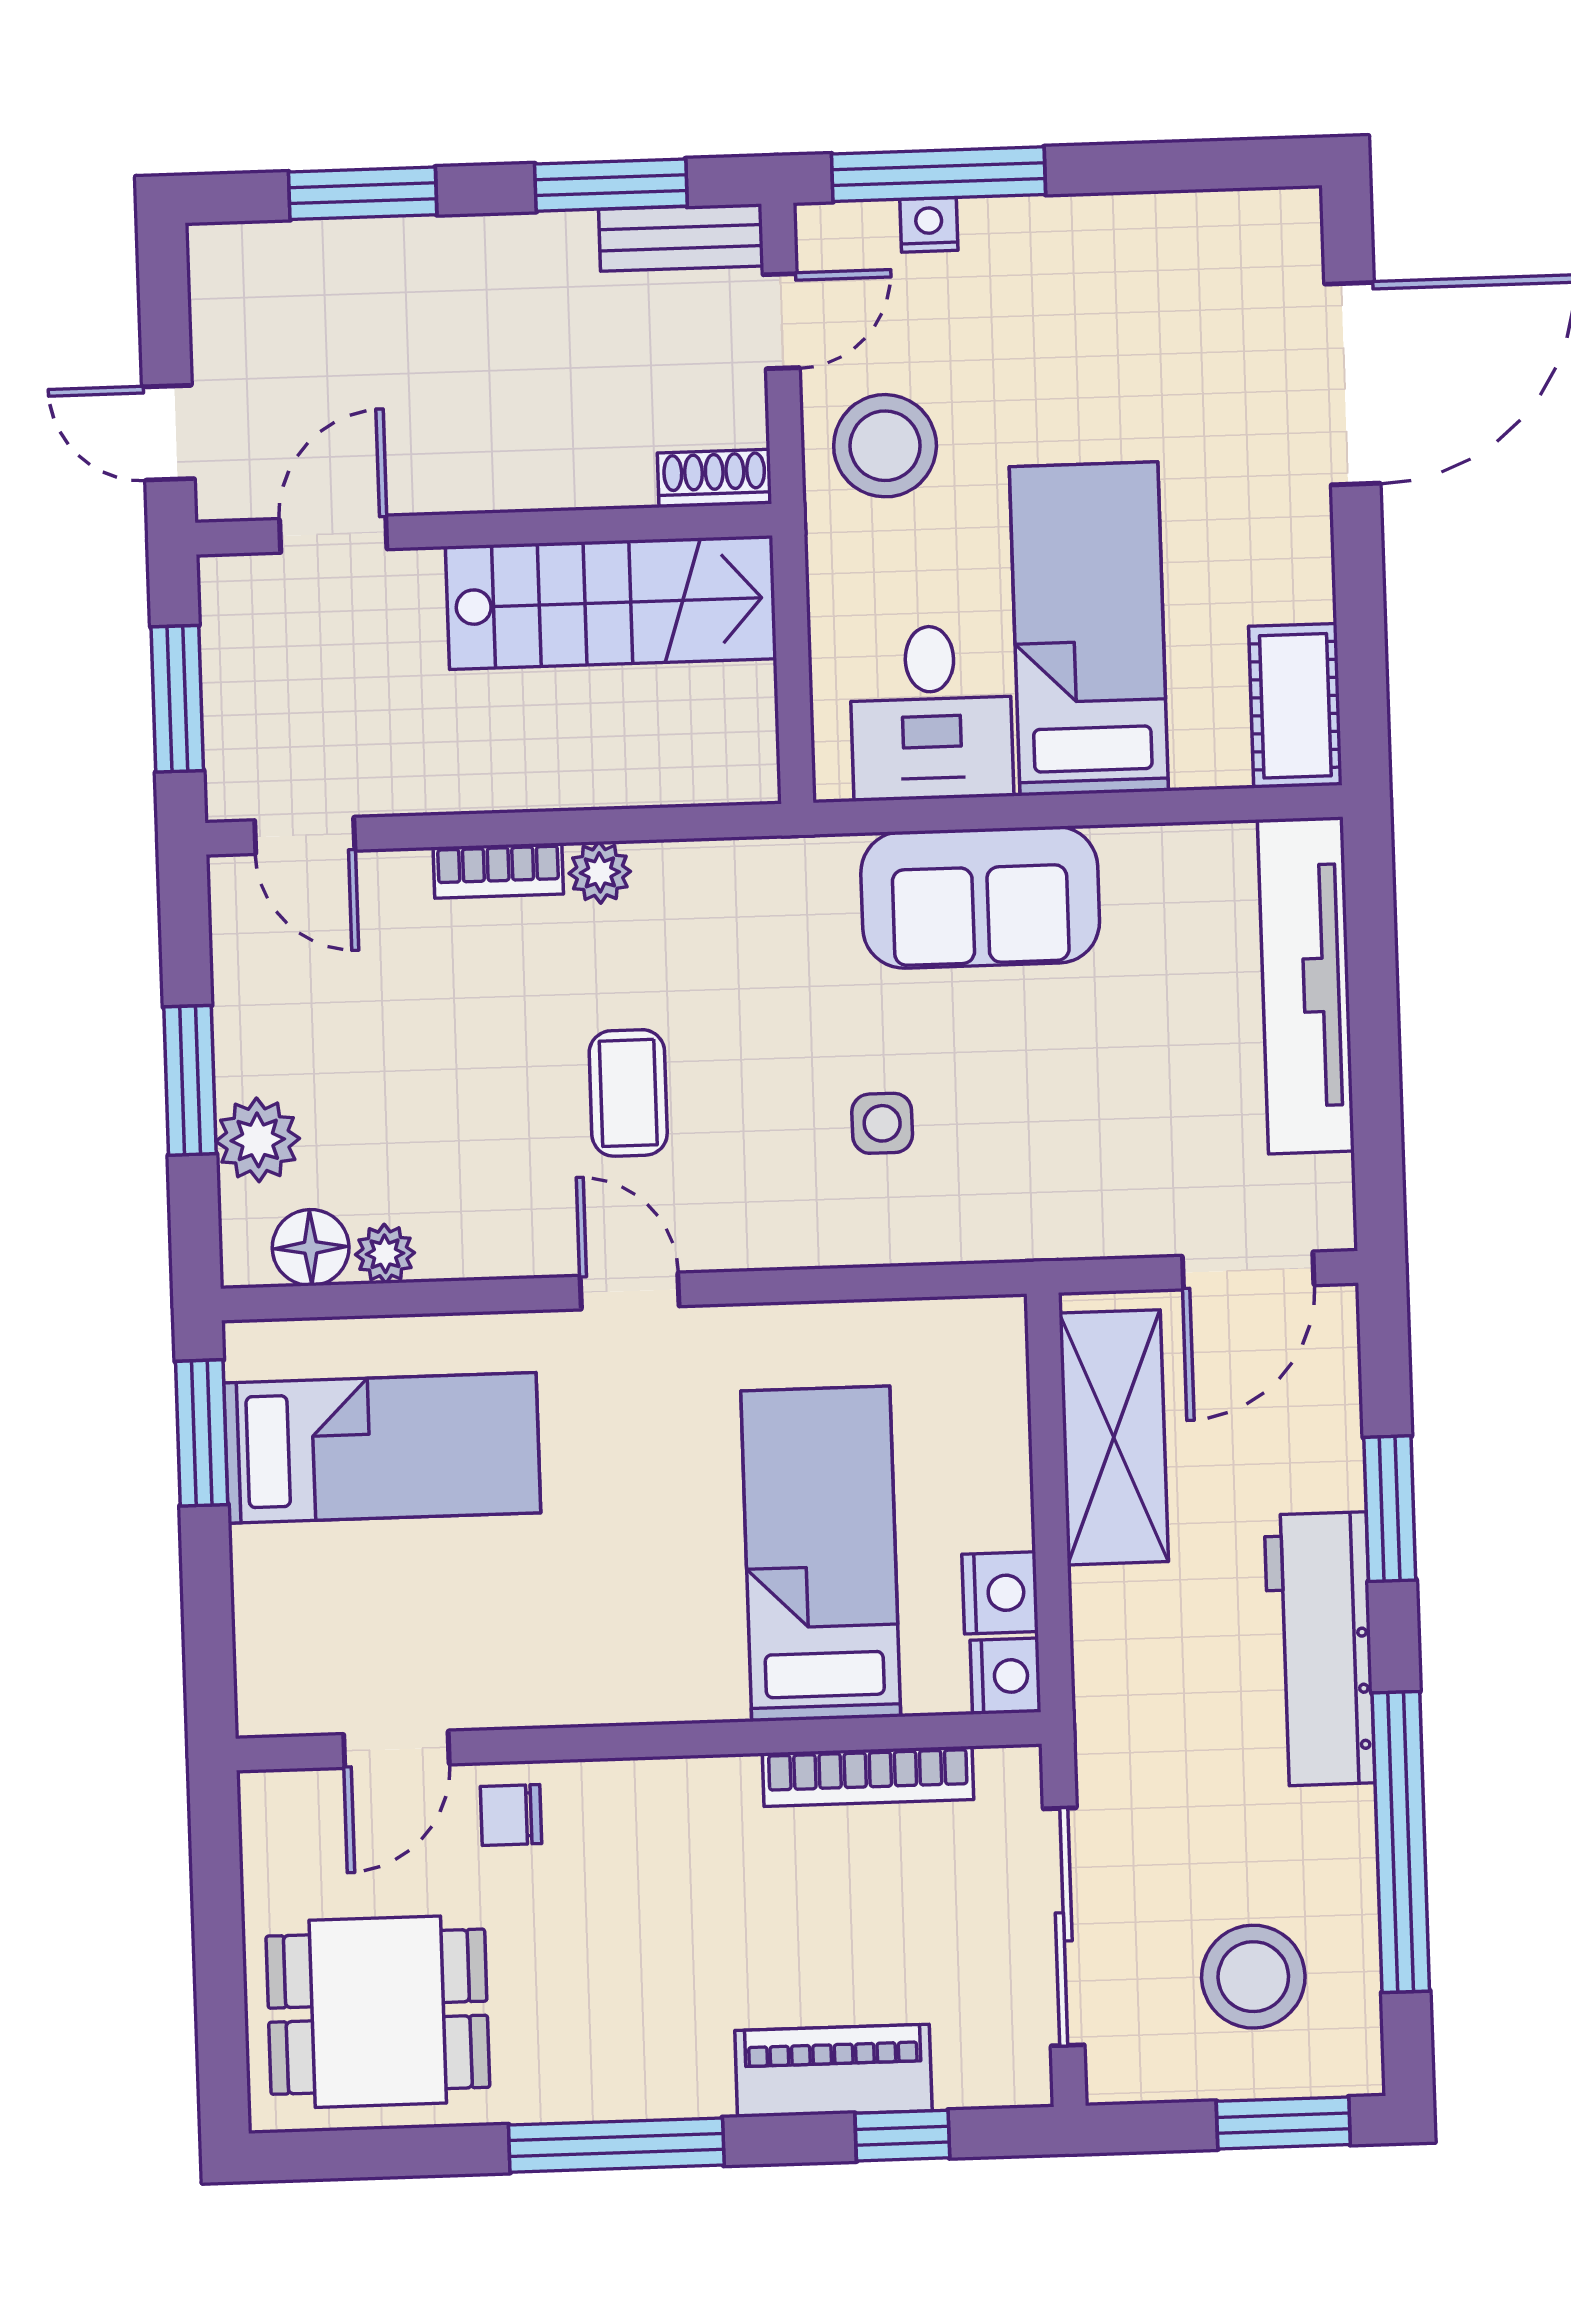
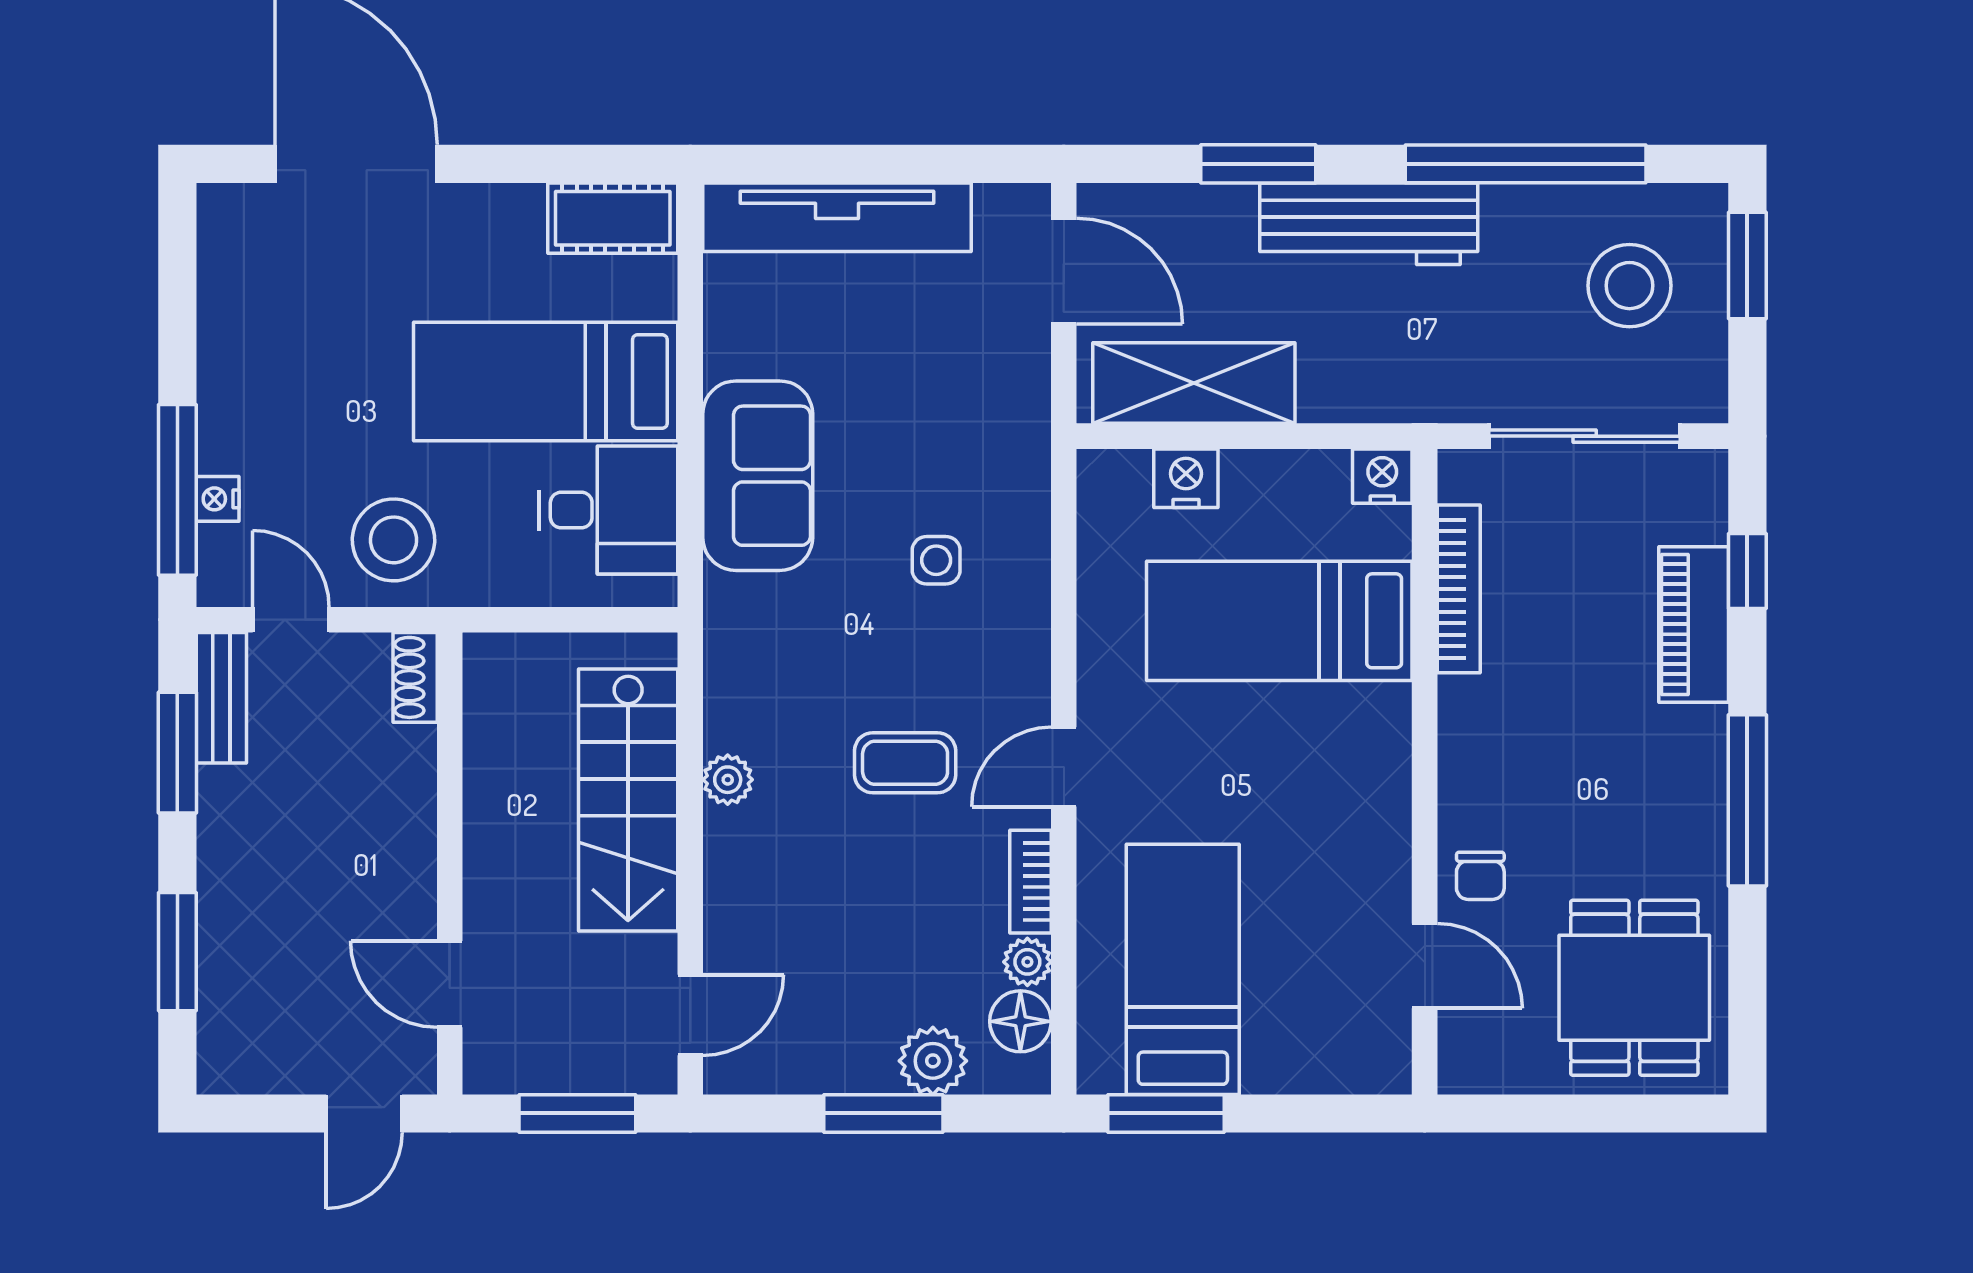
stairs: (611, 603) -> (628, 800), moved, turned 180
bookcase: (498, 871) -> (1031, 882), moved, turned 180
nightstand: (1000, 1593) -> (1186, 478), moved

